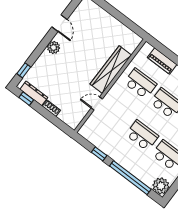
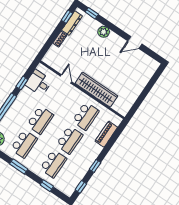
plant: (54, 47) -> (104, 32), moved
desk: (100, 135) -> (39, 83), added

